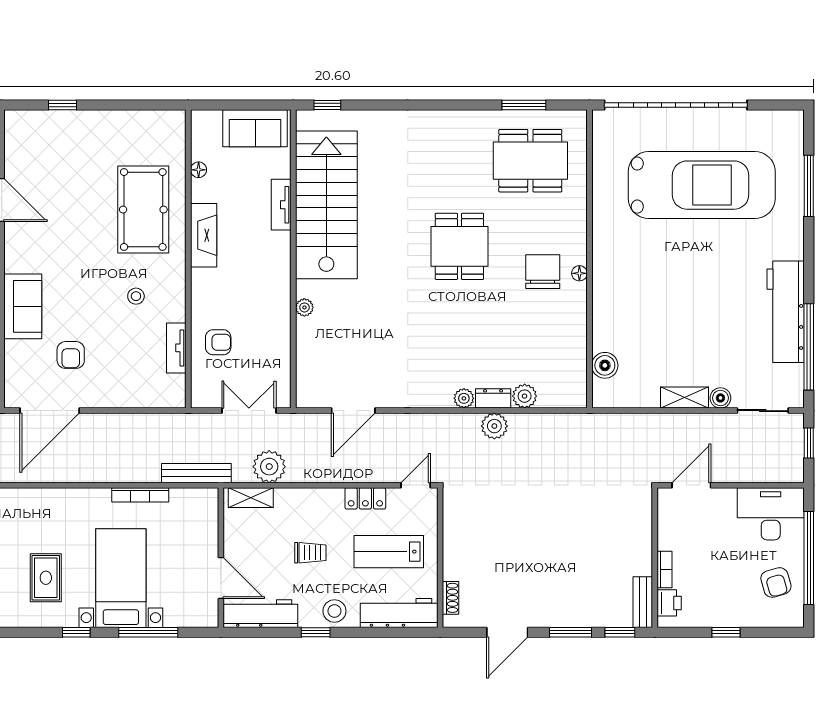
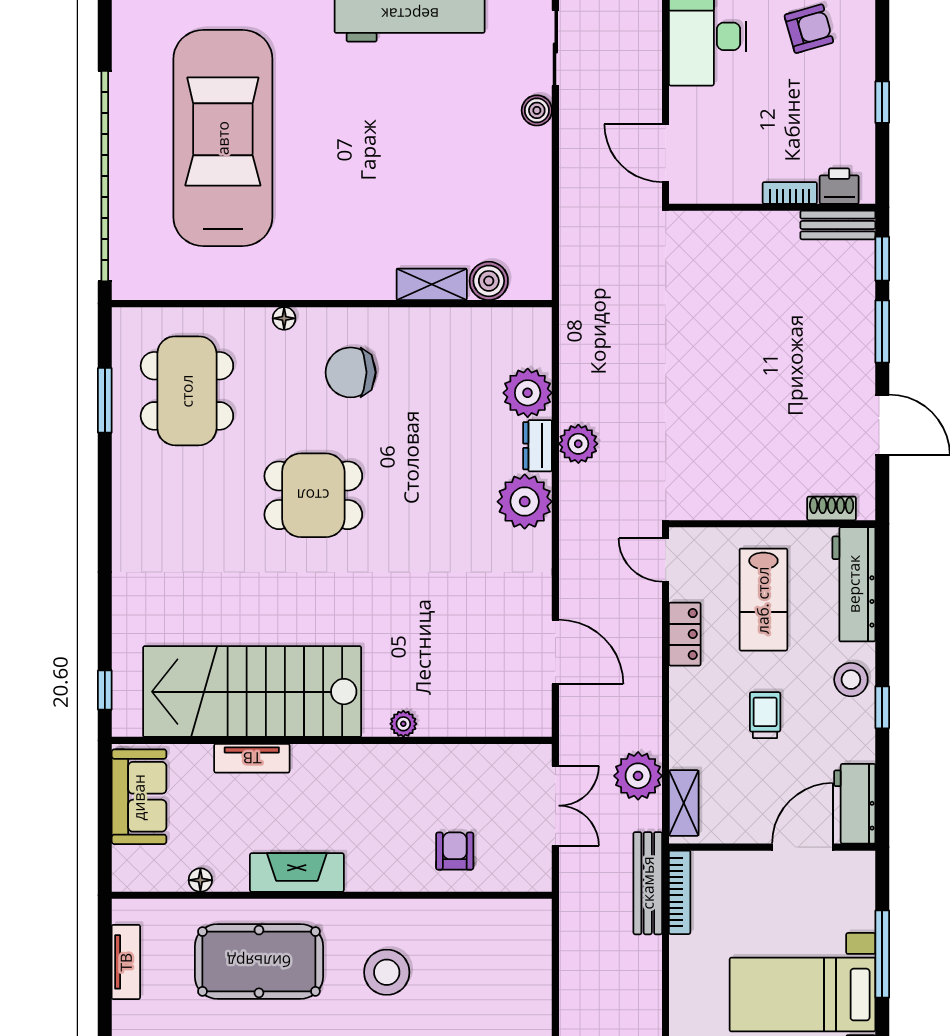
floor lamp: (579, 273) -> (284, 318), moved
stool: (136, 296) -> (387, 972), width x1.89, depth x1.89
tv unit: (176, 348) -> (126, 962), moved, turned -90
plant: (525, 396) -> (528, 393), width x1.36, depth x1.36
plant: (464, 398) -> (525, 502), width x1.88, depth x1.88
shelving: (685, 398) -> (432, 284), moved, turned 90
double door: (249, 411) -> (555, 806), swing flipped
bookcase: (140, 495) -> (680, 892), moved
workbench: (260, 614) -> (855, 804), width x0.73

